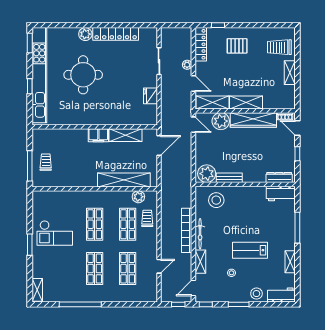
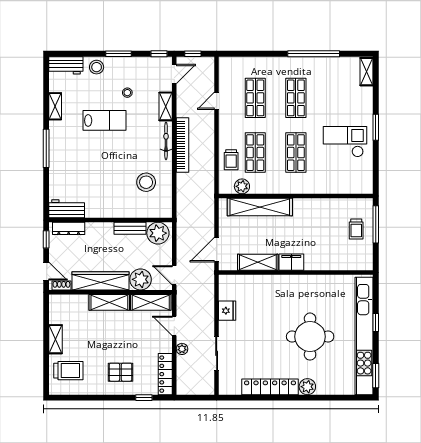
plant: (207, 174) -> (158, 233), moved
bench: (229, 178) -> (130, 228), moved
dresser: (279, 178) -> (69, 228), moved
wall: (245, 184) -> (110, 220), moved
workbench: (281, 193) -> (67, 209), moved

